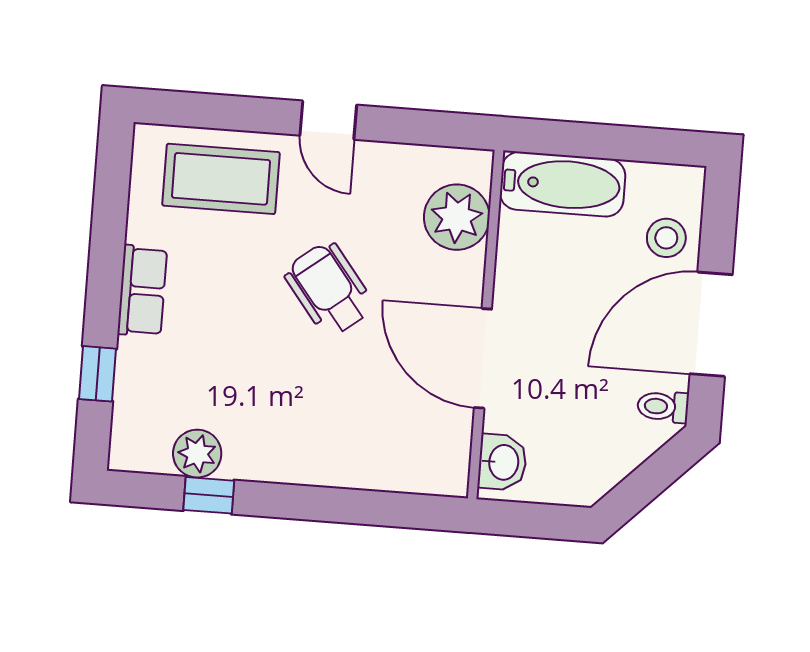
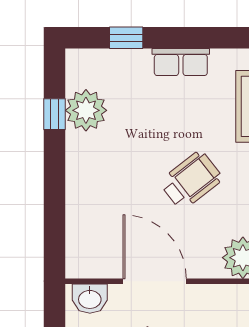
door: (483, 358) -> (155, 281), hinge flipped
plant: (197, 454) -> (86, 110), width x1.36, depth x1.36

